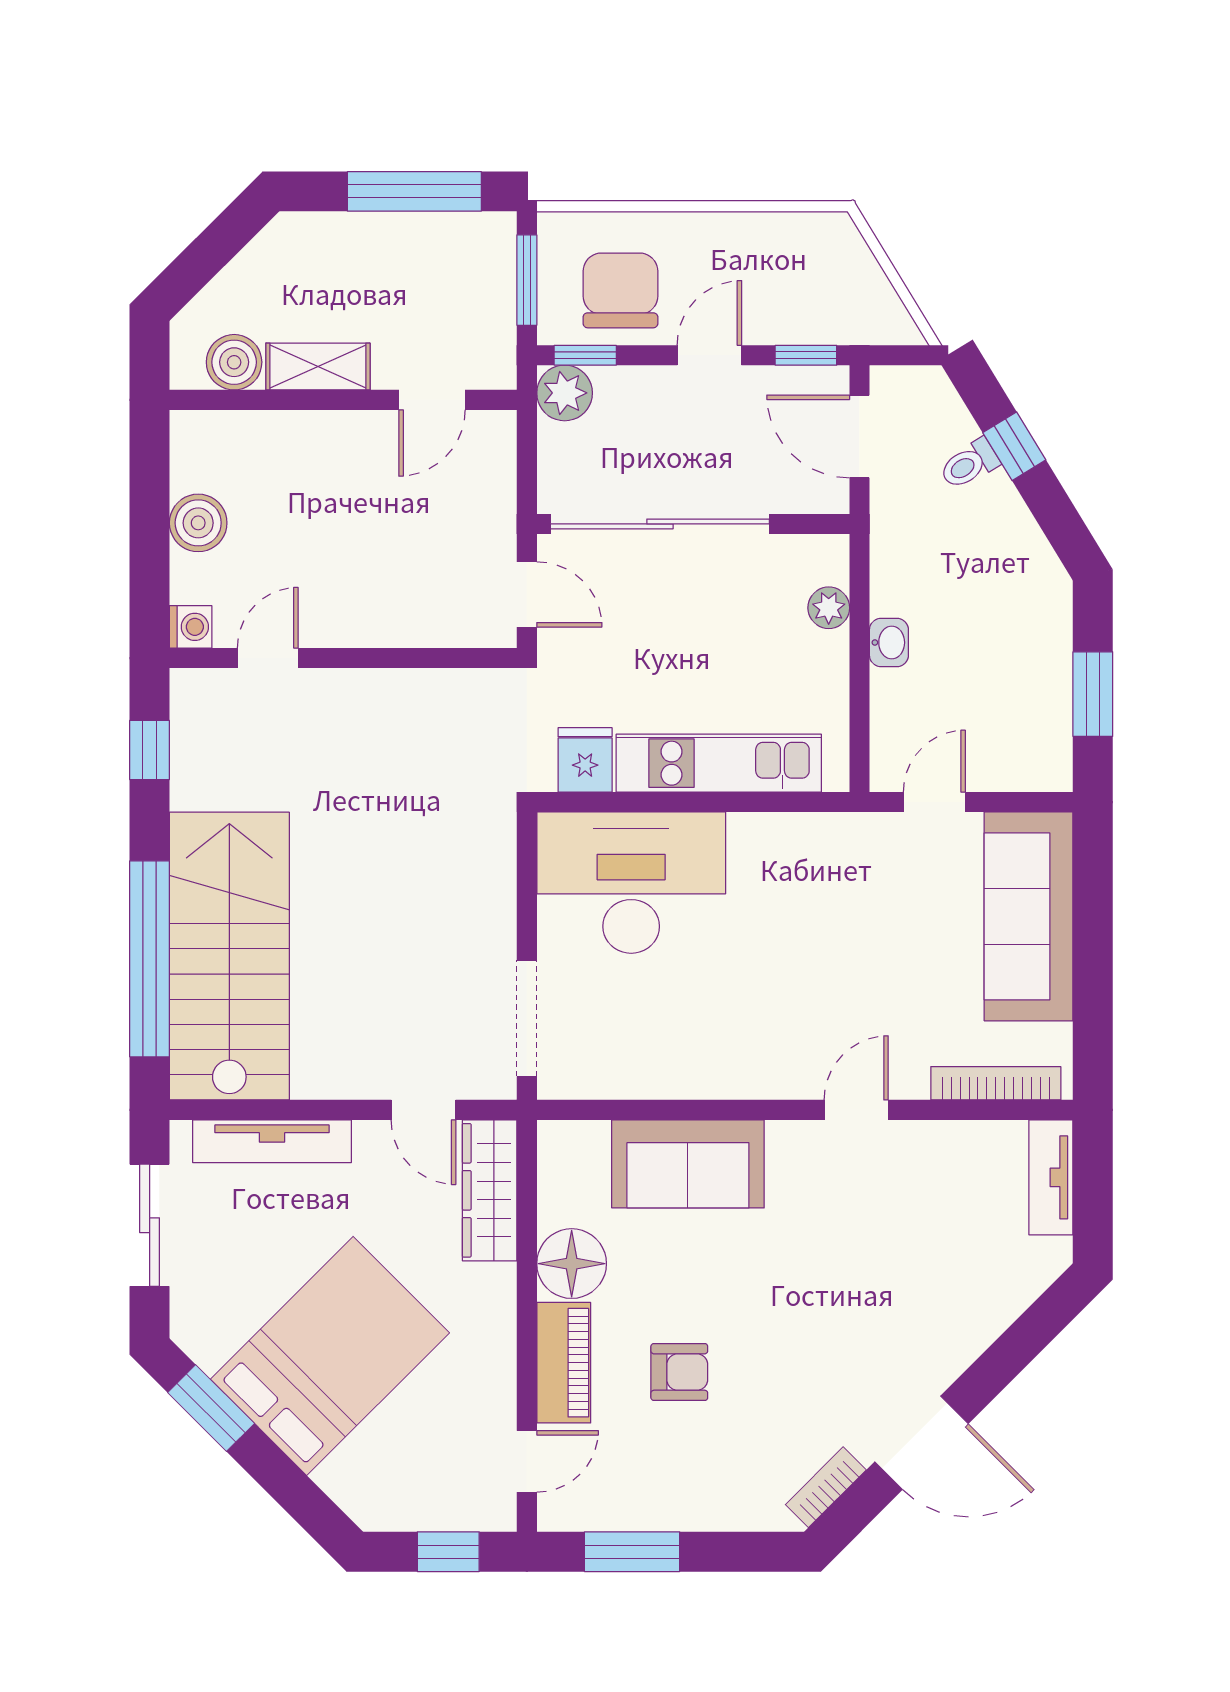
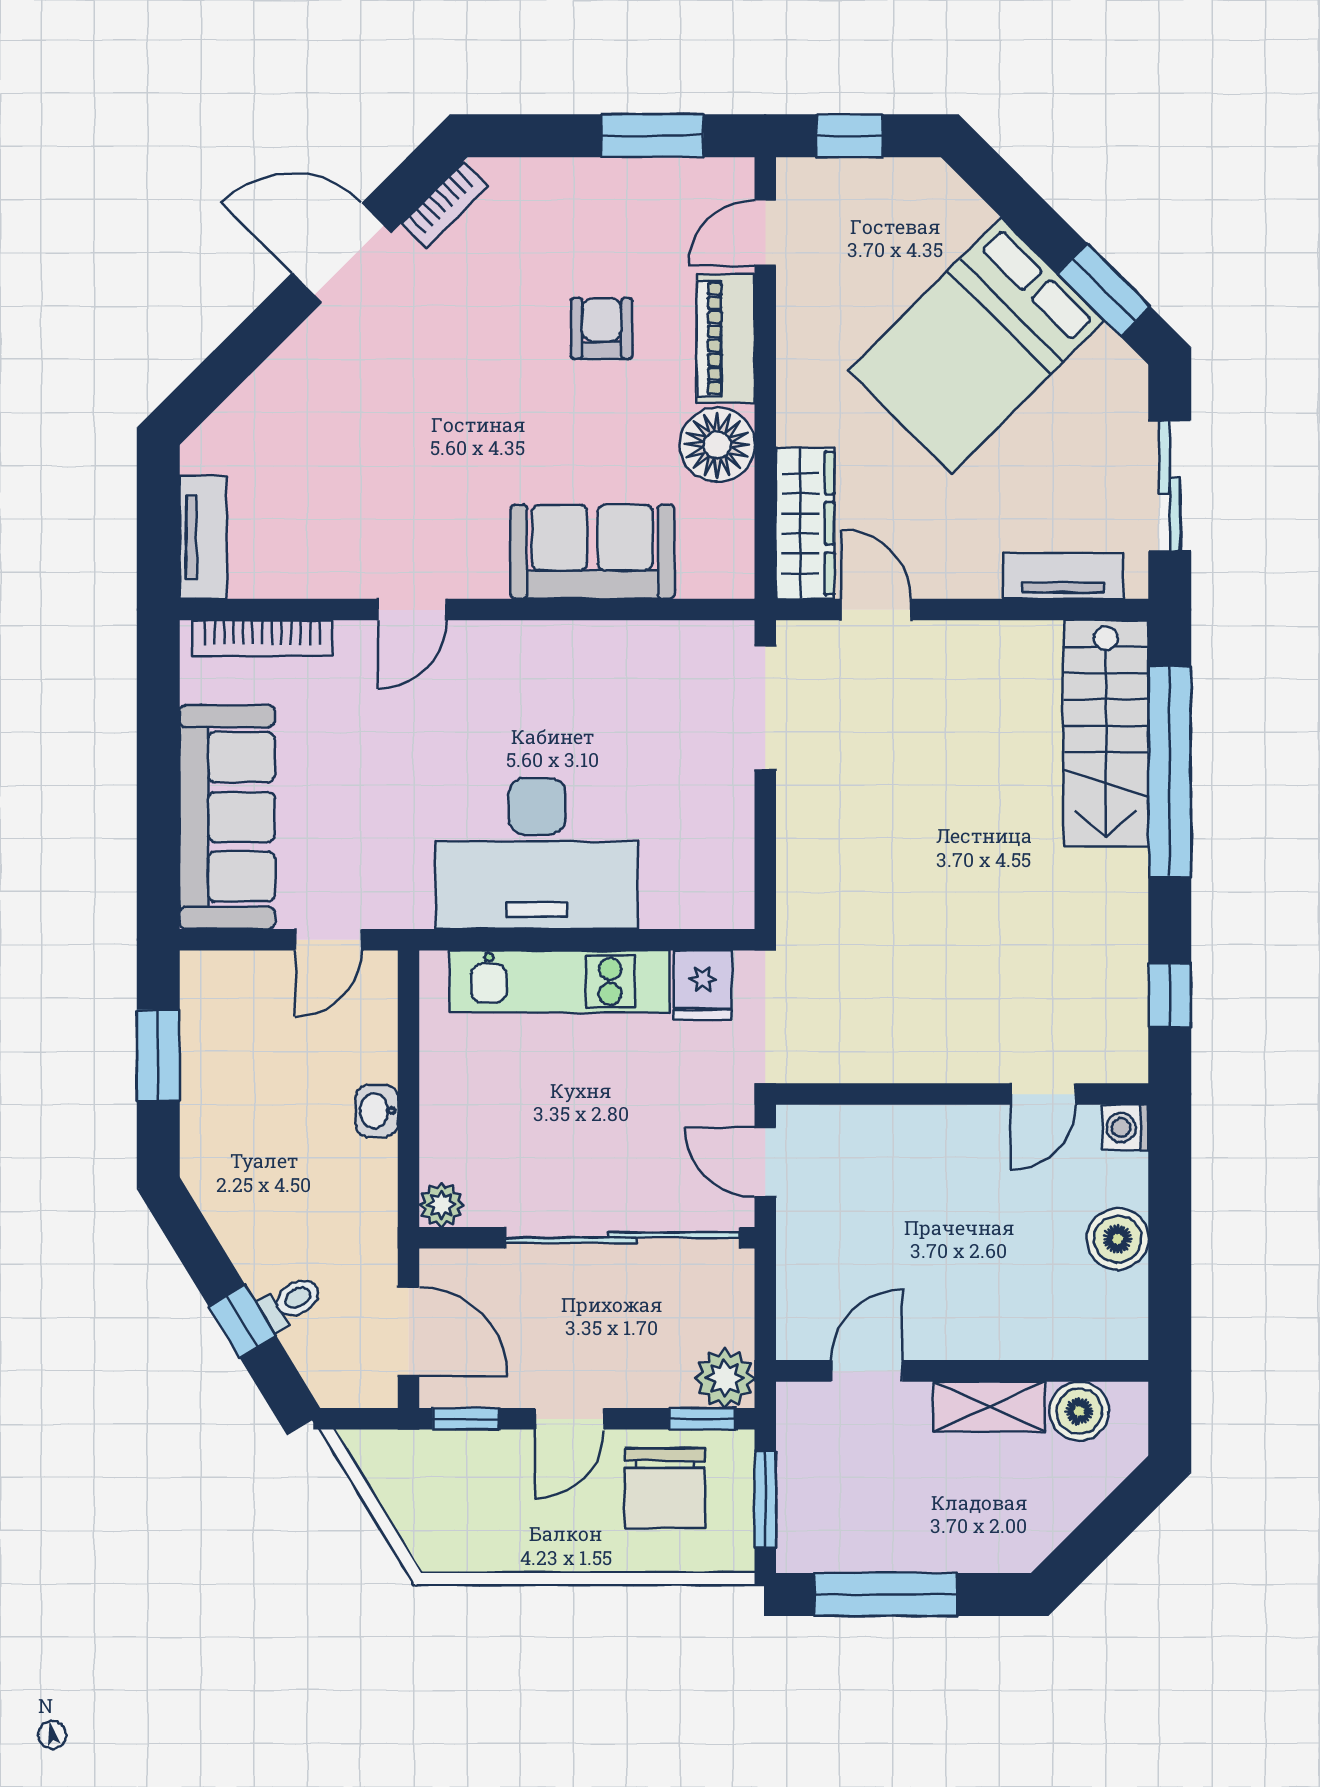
plant: (829, 608) -> (441, 1205), moved
desk: (631, 883) -> (537, 853), moved
stairs: (229, 956) -> (1106, 733), width x0.73, depth x0.66
tv unit: (272, 1141) -> (1063, 576), width x0.71
armchair: (679, 1372) -> (602, 328), turned 90

